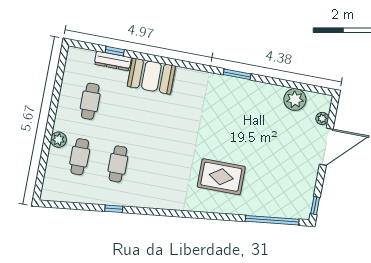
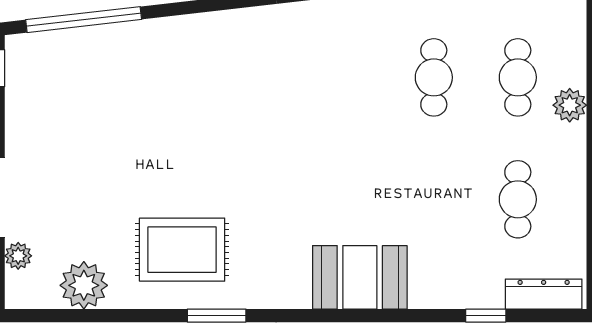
dresser: (113, 61) -> (544, 294), moved
booth: (151, 76) -> (360, 277), moved
rug: (221, 177) -> (182, 250), moved

